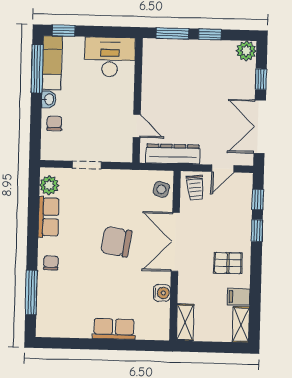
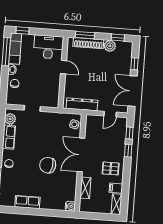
window: (210, 34) -> (118, 38), moved
shoe rack: (179, 47) -> (88, 43), added
plant: (246, 51) -> (110, 46), moved
door: (137, 126) -> (63, 67), moved
trolley: (195, 188) -> (94, 124), removed
chair: (116, 242) -> (48, 165), moved
water cooler: (162, 293) -> (70, 206), moved
shelving: (185, 322) -> (85, 188), moved
row of seats: (114, 329) -> (27, 202), moved

